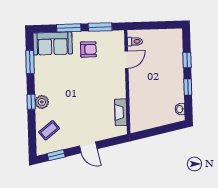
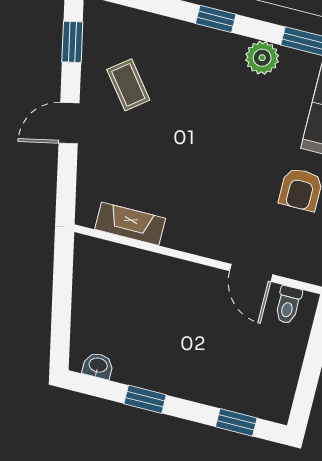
window: (187, 60) -> (236, 422), moved
plant: (42, 102) -> (262, 58), moved
coffee table: (49, 130) -> (128, 85), moved

